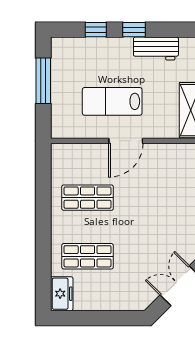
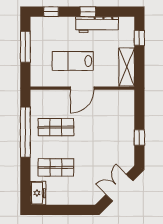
window: (96, 30) -> (51, 12), moved
workbench: (156, 49) -> (97, 25), width x1.38
window: (43, 205) -> (25, 132), added

